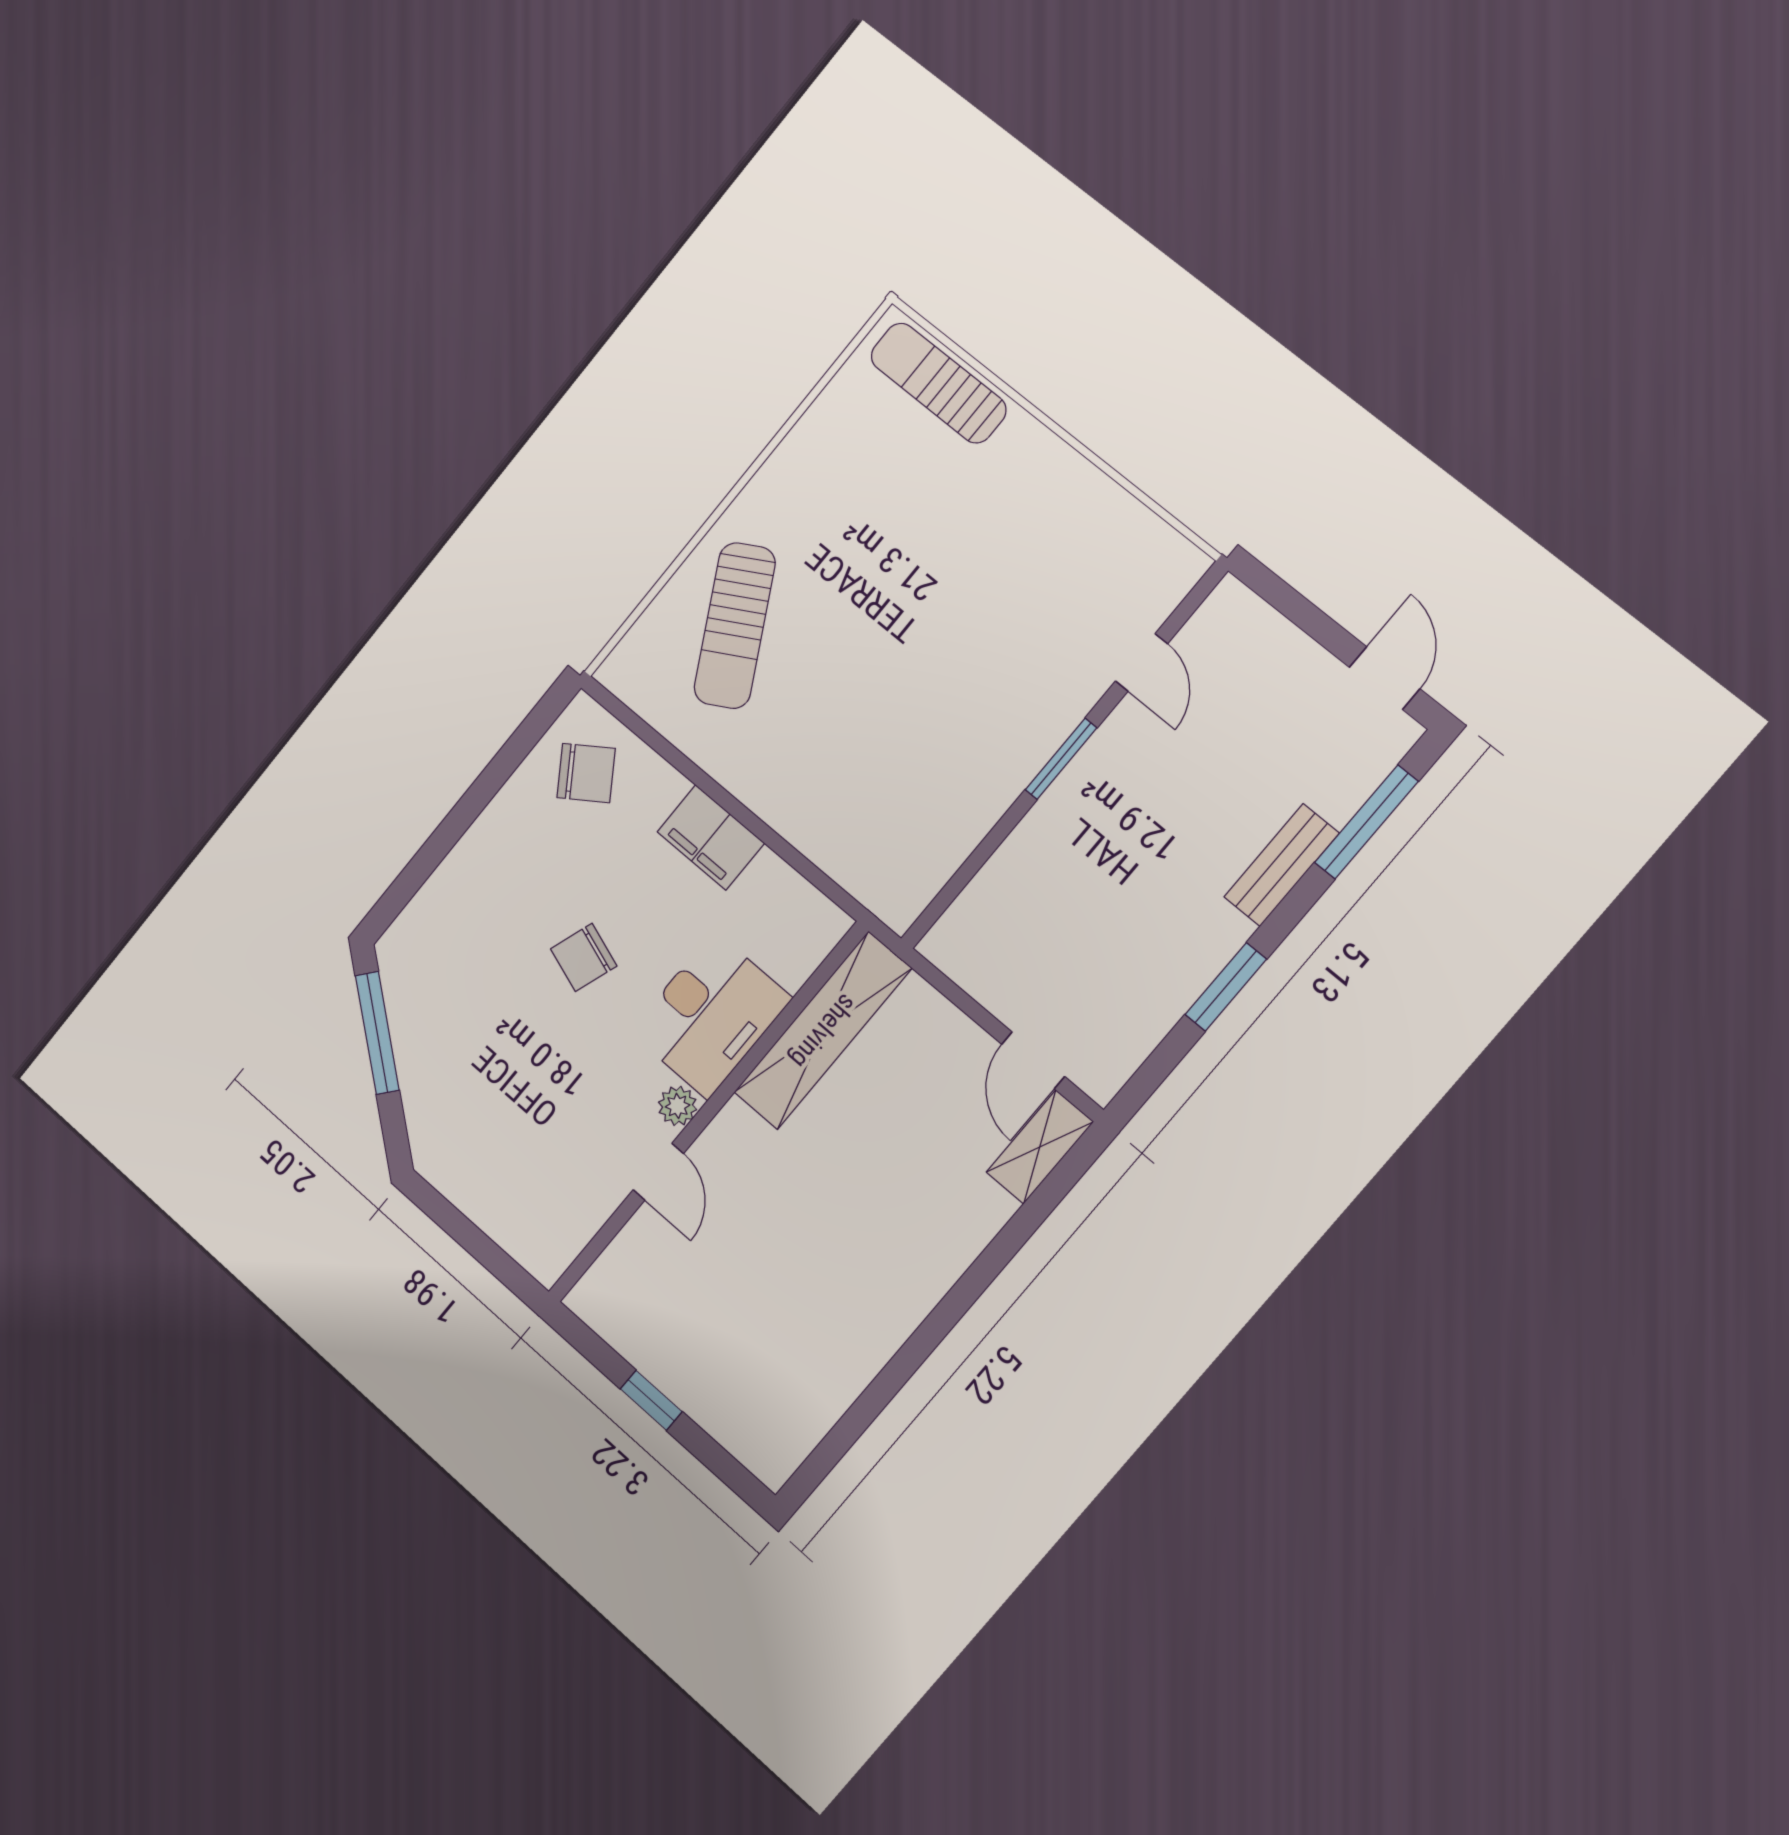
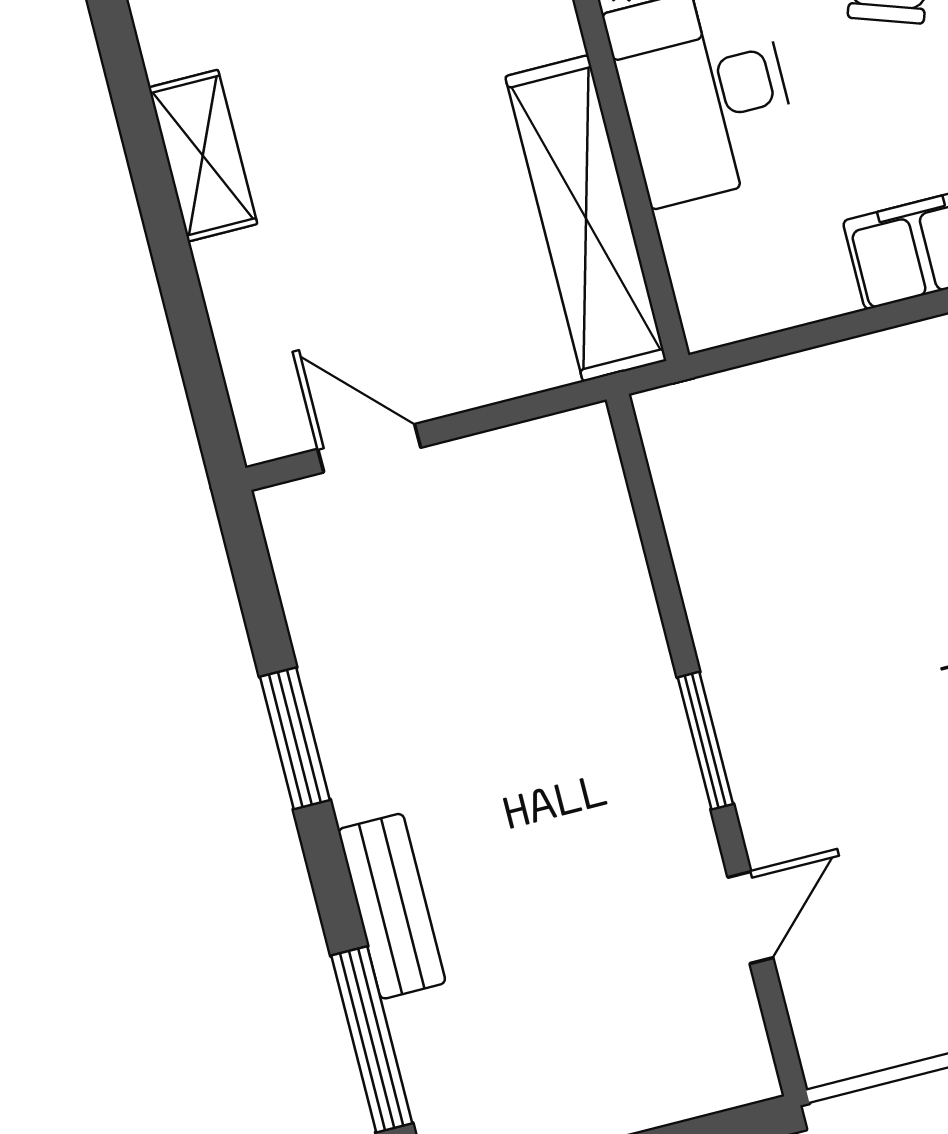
door: (1141, 662) -> (750, 918), swing flipped
shelving: (1040, 1147) -> (203, 156), moved

